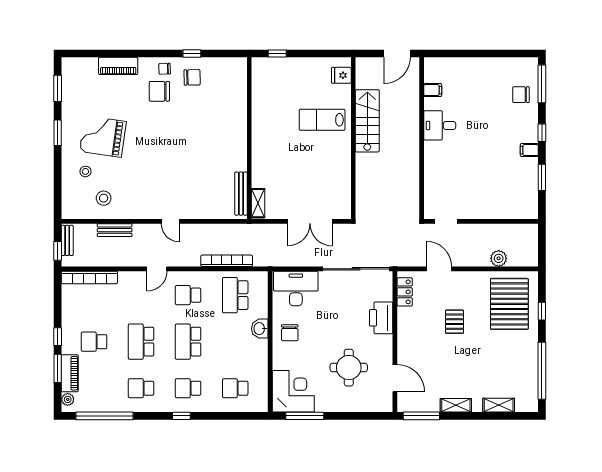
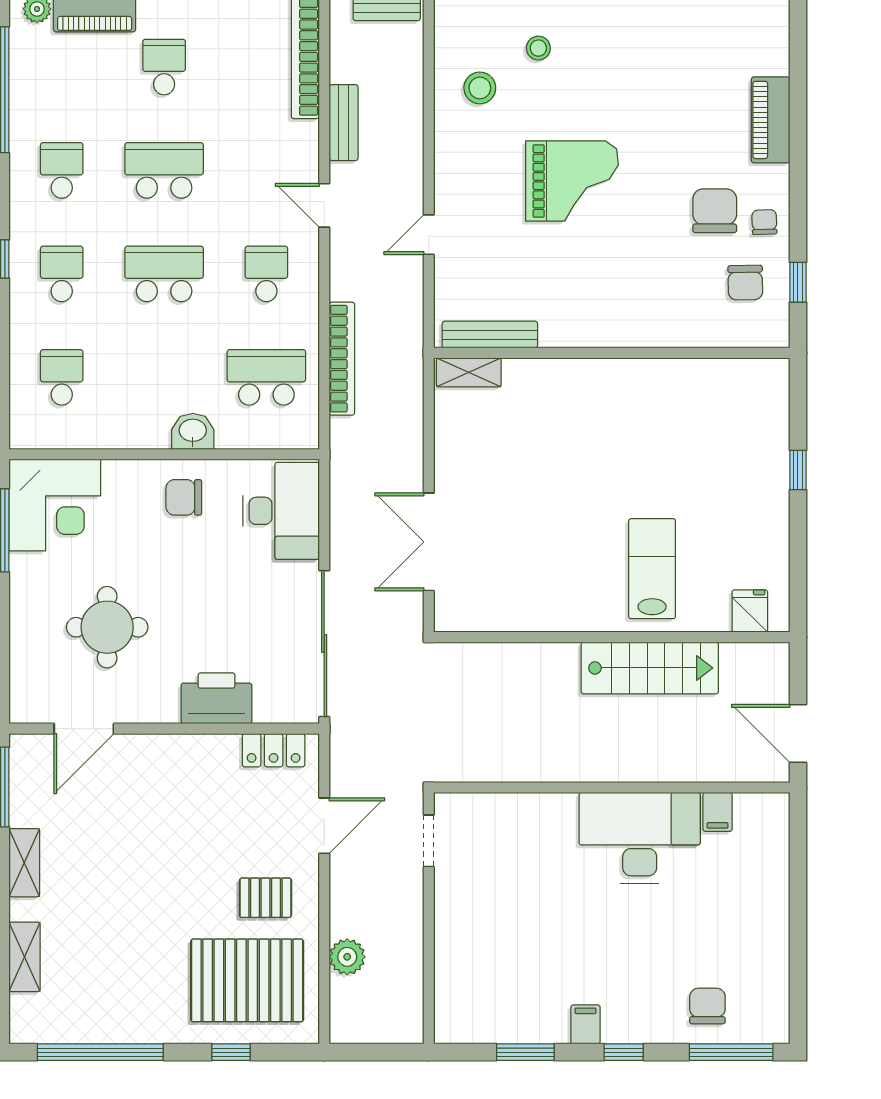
desk: (440, 125) -> (640, 838), width x1.87, depth x1.30
grand piano: (103, 136) -> (572, 181), moved, turned 82
wall: (249, 138) -> (612, 353), moved
bench: (241, 194) -> (490, 335), moved
shelving: (258, 203) -> (469, 372), moved
bench: (115, 230) -> (344, 123), moved
pallet: (455, 322) -> (265, 898), moved

